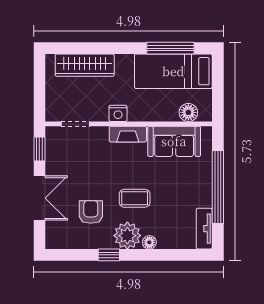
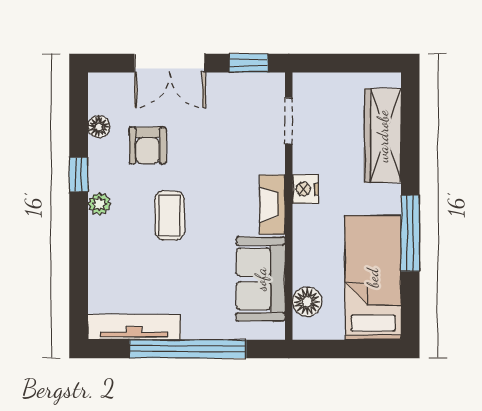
window: (170, 48) -> (410, 233), moved
armchair: (91, 212) -> (148, 145), turned 90
tv unit: (204, 229) -> (134, 327), width x1.41
plant: (127, 236) -> (99, 204), width x0.53, depth x0.53
floor lamp: (149, 242) -> (99, 127), moved

